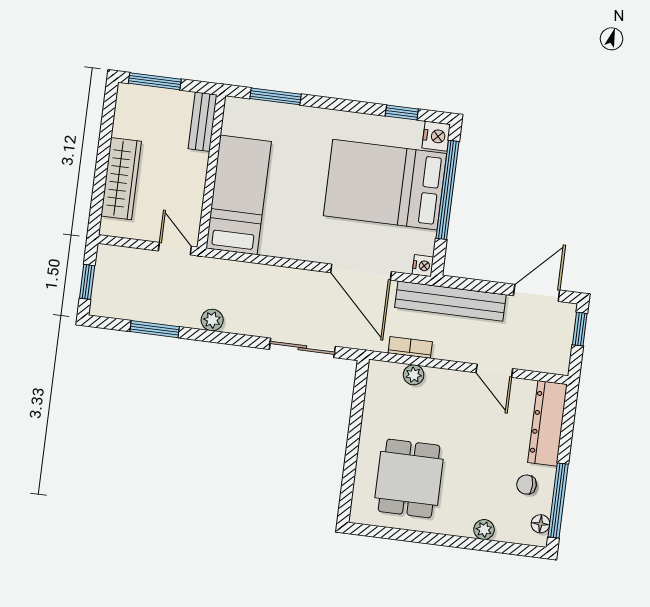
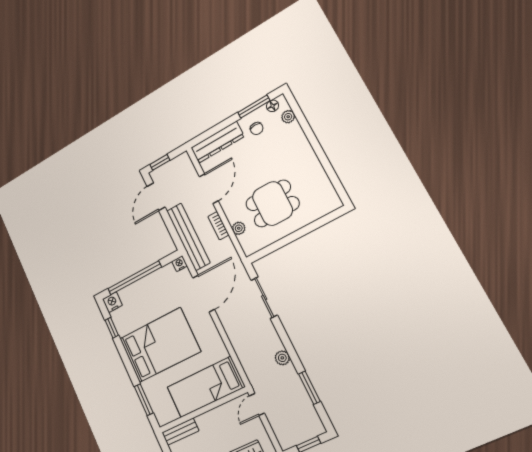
bed: (385, 185) -> (160, 345), moved, turned -90
door: (537, 293) -> (156, 197), hinge flipped
bookcase: (410, 347) -> (218, 226), moved
door: (494, 371) -> (209, 189), width x1.38
dining table: (409, 478) -> (272, 204), moved
window: (558, 501) -> (254, 107), width x0.69
plant: (484, 530) -> (288, 117), moved

